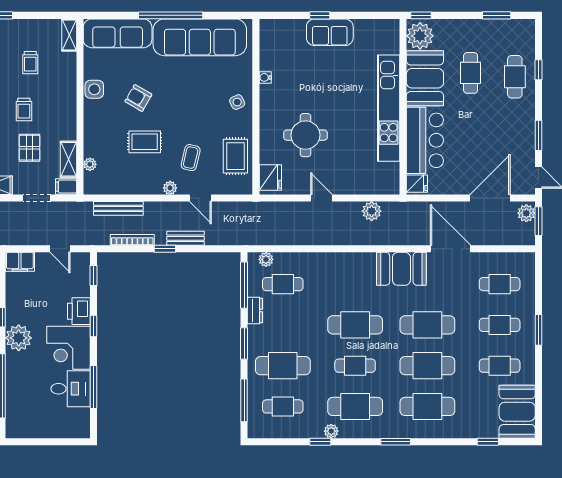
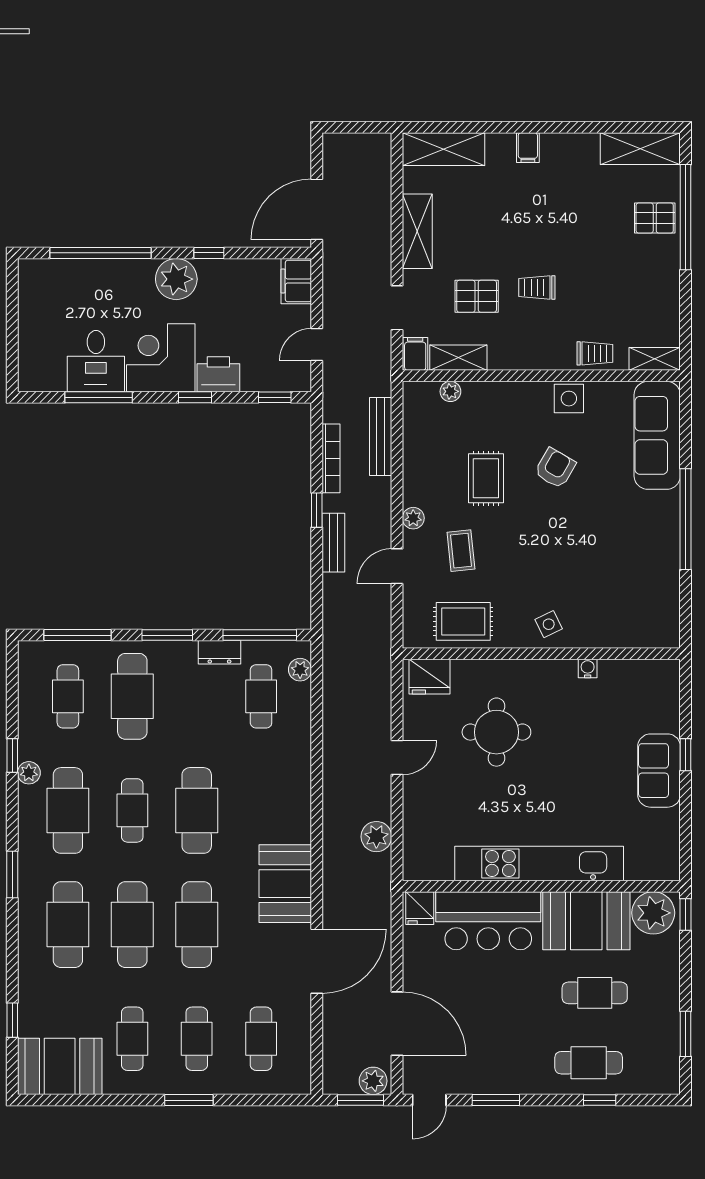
sofa: (200, 37) -> (651, 565), removed
trolley: (30, 63) -> (595, 353), moved, turned 180
coffee table: (191, 158) -> (461, 551), turned 71

